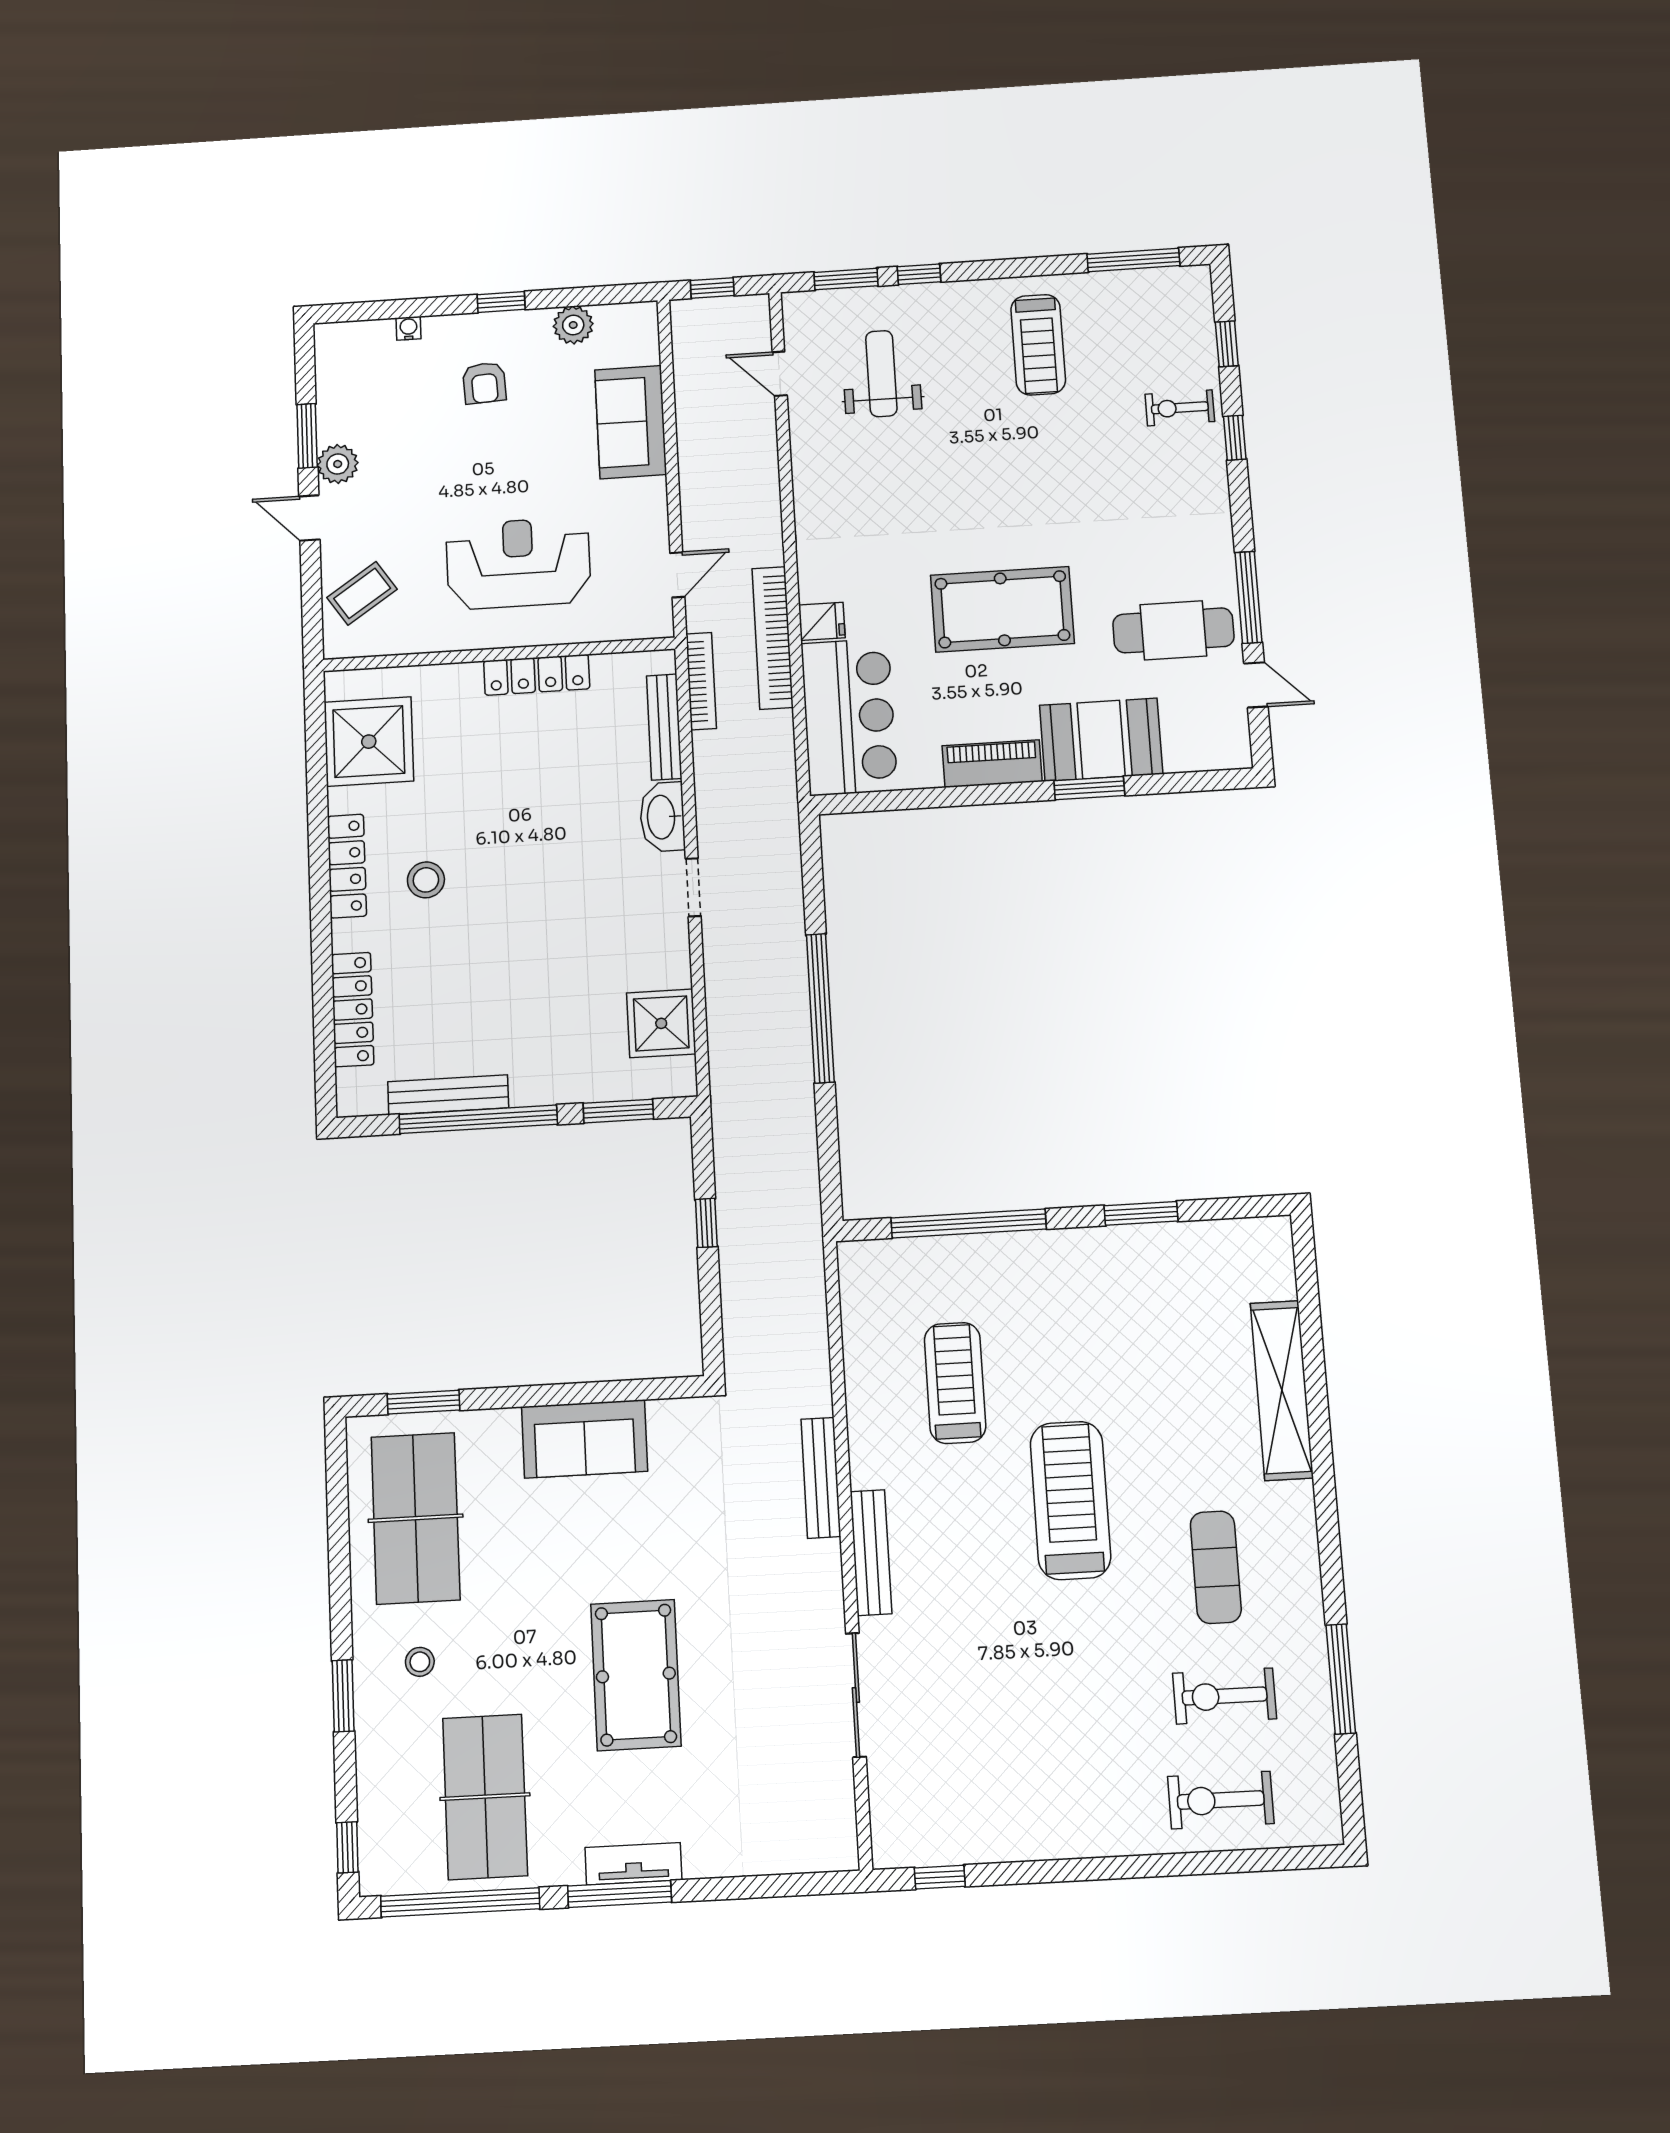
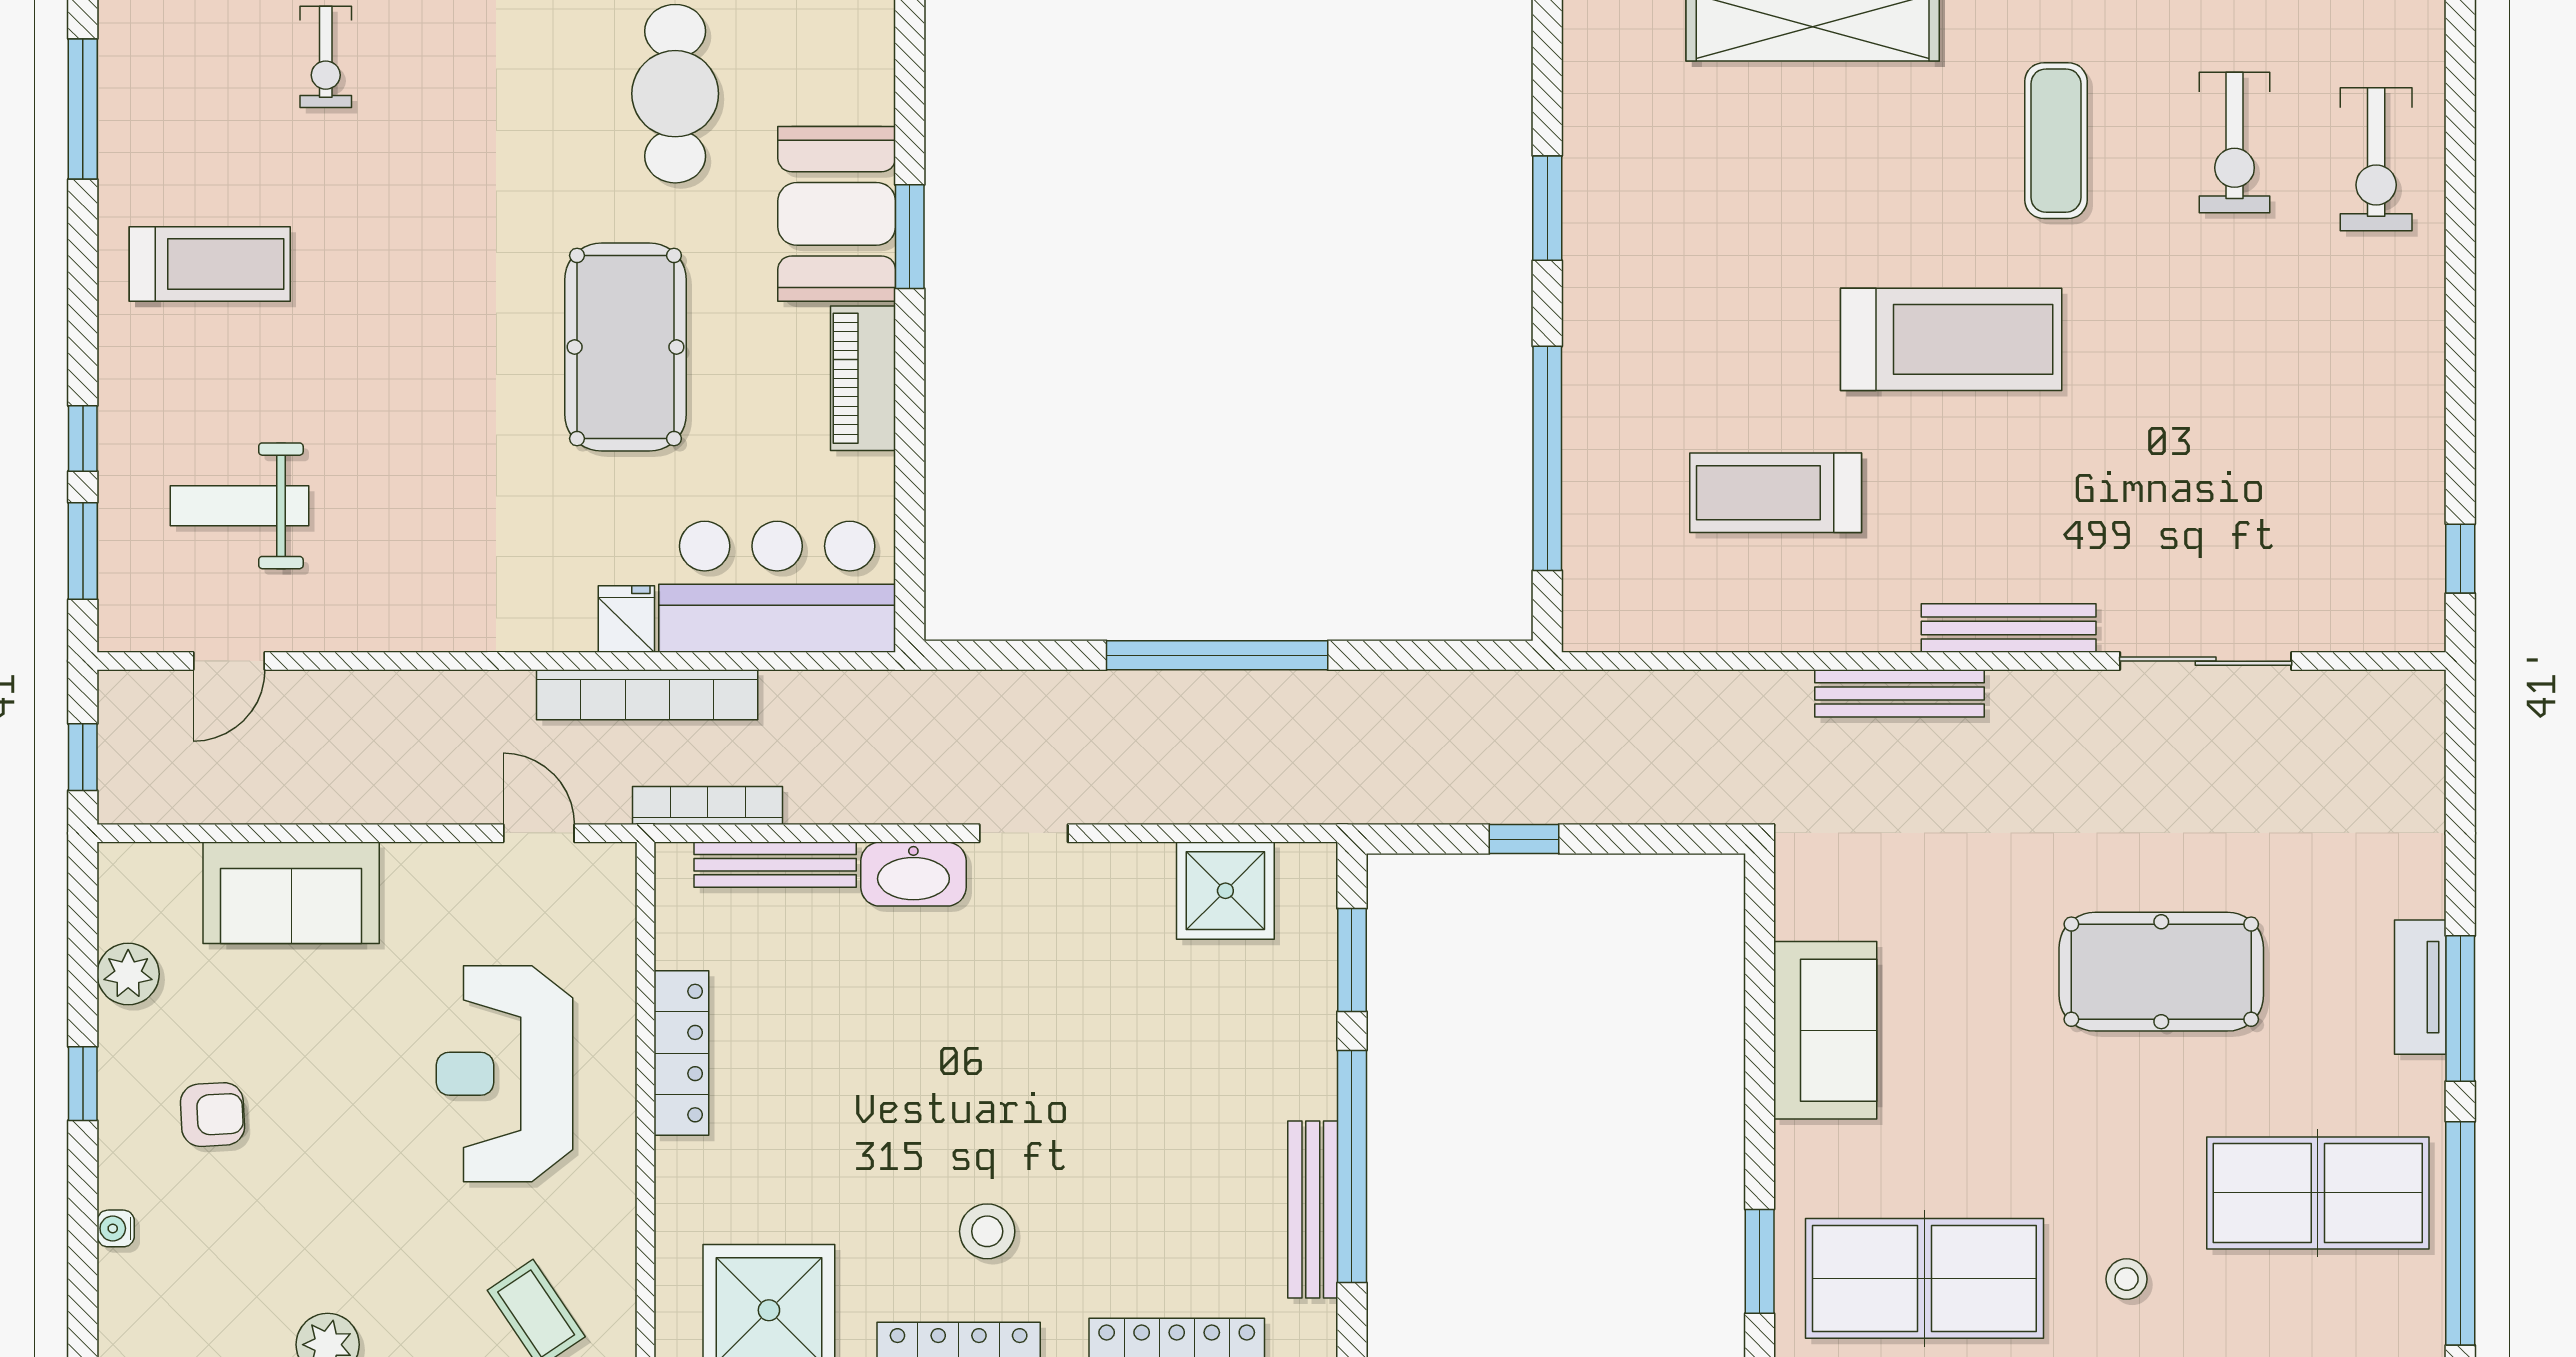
treadmill: (1070, 1500) -> (1951, 339), turned 180
exercise mat: (1216, 1567) -> (2056, 141), turned 90

